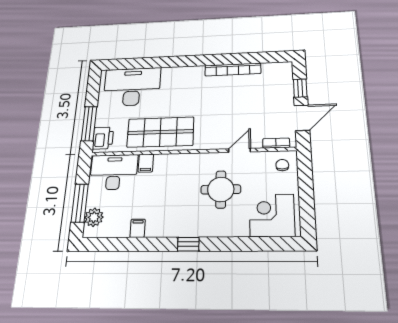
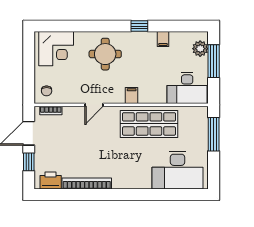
printer: (103, 138) -> (51, 181), moved, turned 90
door: (240, 150) -> (94, 105), moved
filing cabinet: (146, 163) -> (132, 95), moved
round table: (221, 189) -> (105, 54), moved
window: (188, 244) -> (139, 26), moved

